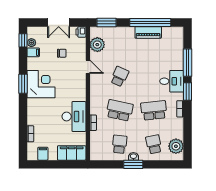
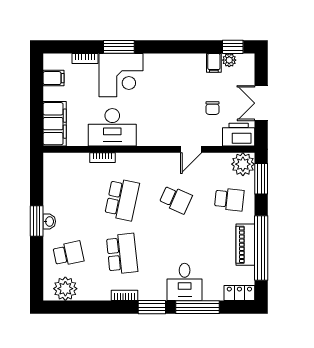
printer: (81, 32) -> (239, 135), width x1.87, depth x1.48
locker: (179, 36) -> (239, 293), added
plant: (97, 45) -> (243, 164), moved
desk: (172, 81) -> (185, 282), moved
window: (23, 84) -> (119, 47), moved
corner desk: (41, 84) -> (121, 75), moved
school desk: (120, 144) -> (229, 199), moved

